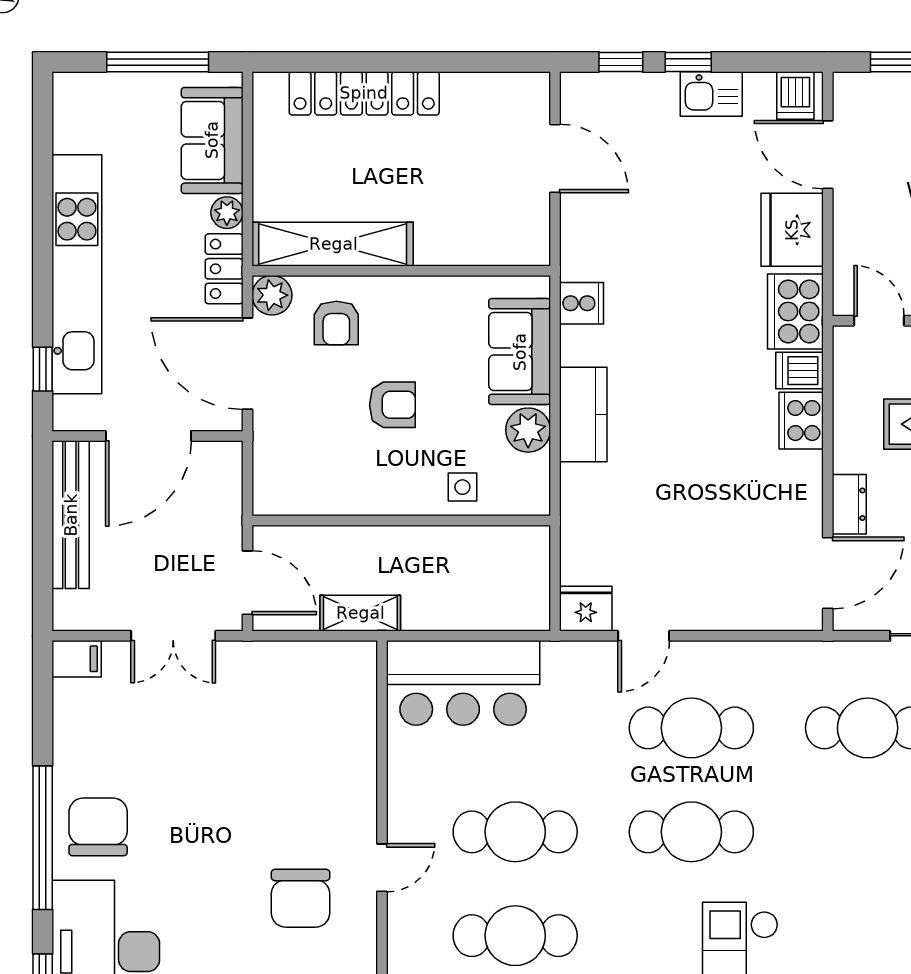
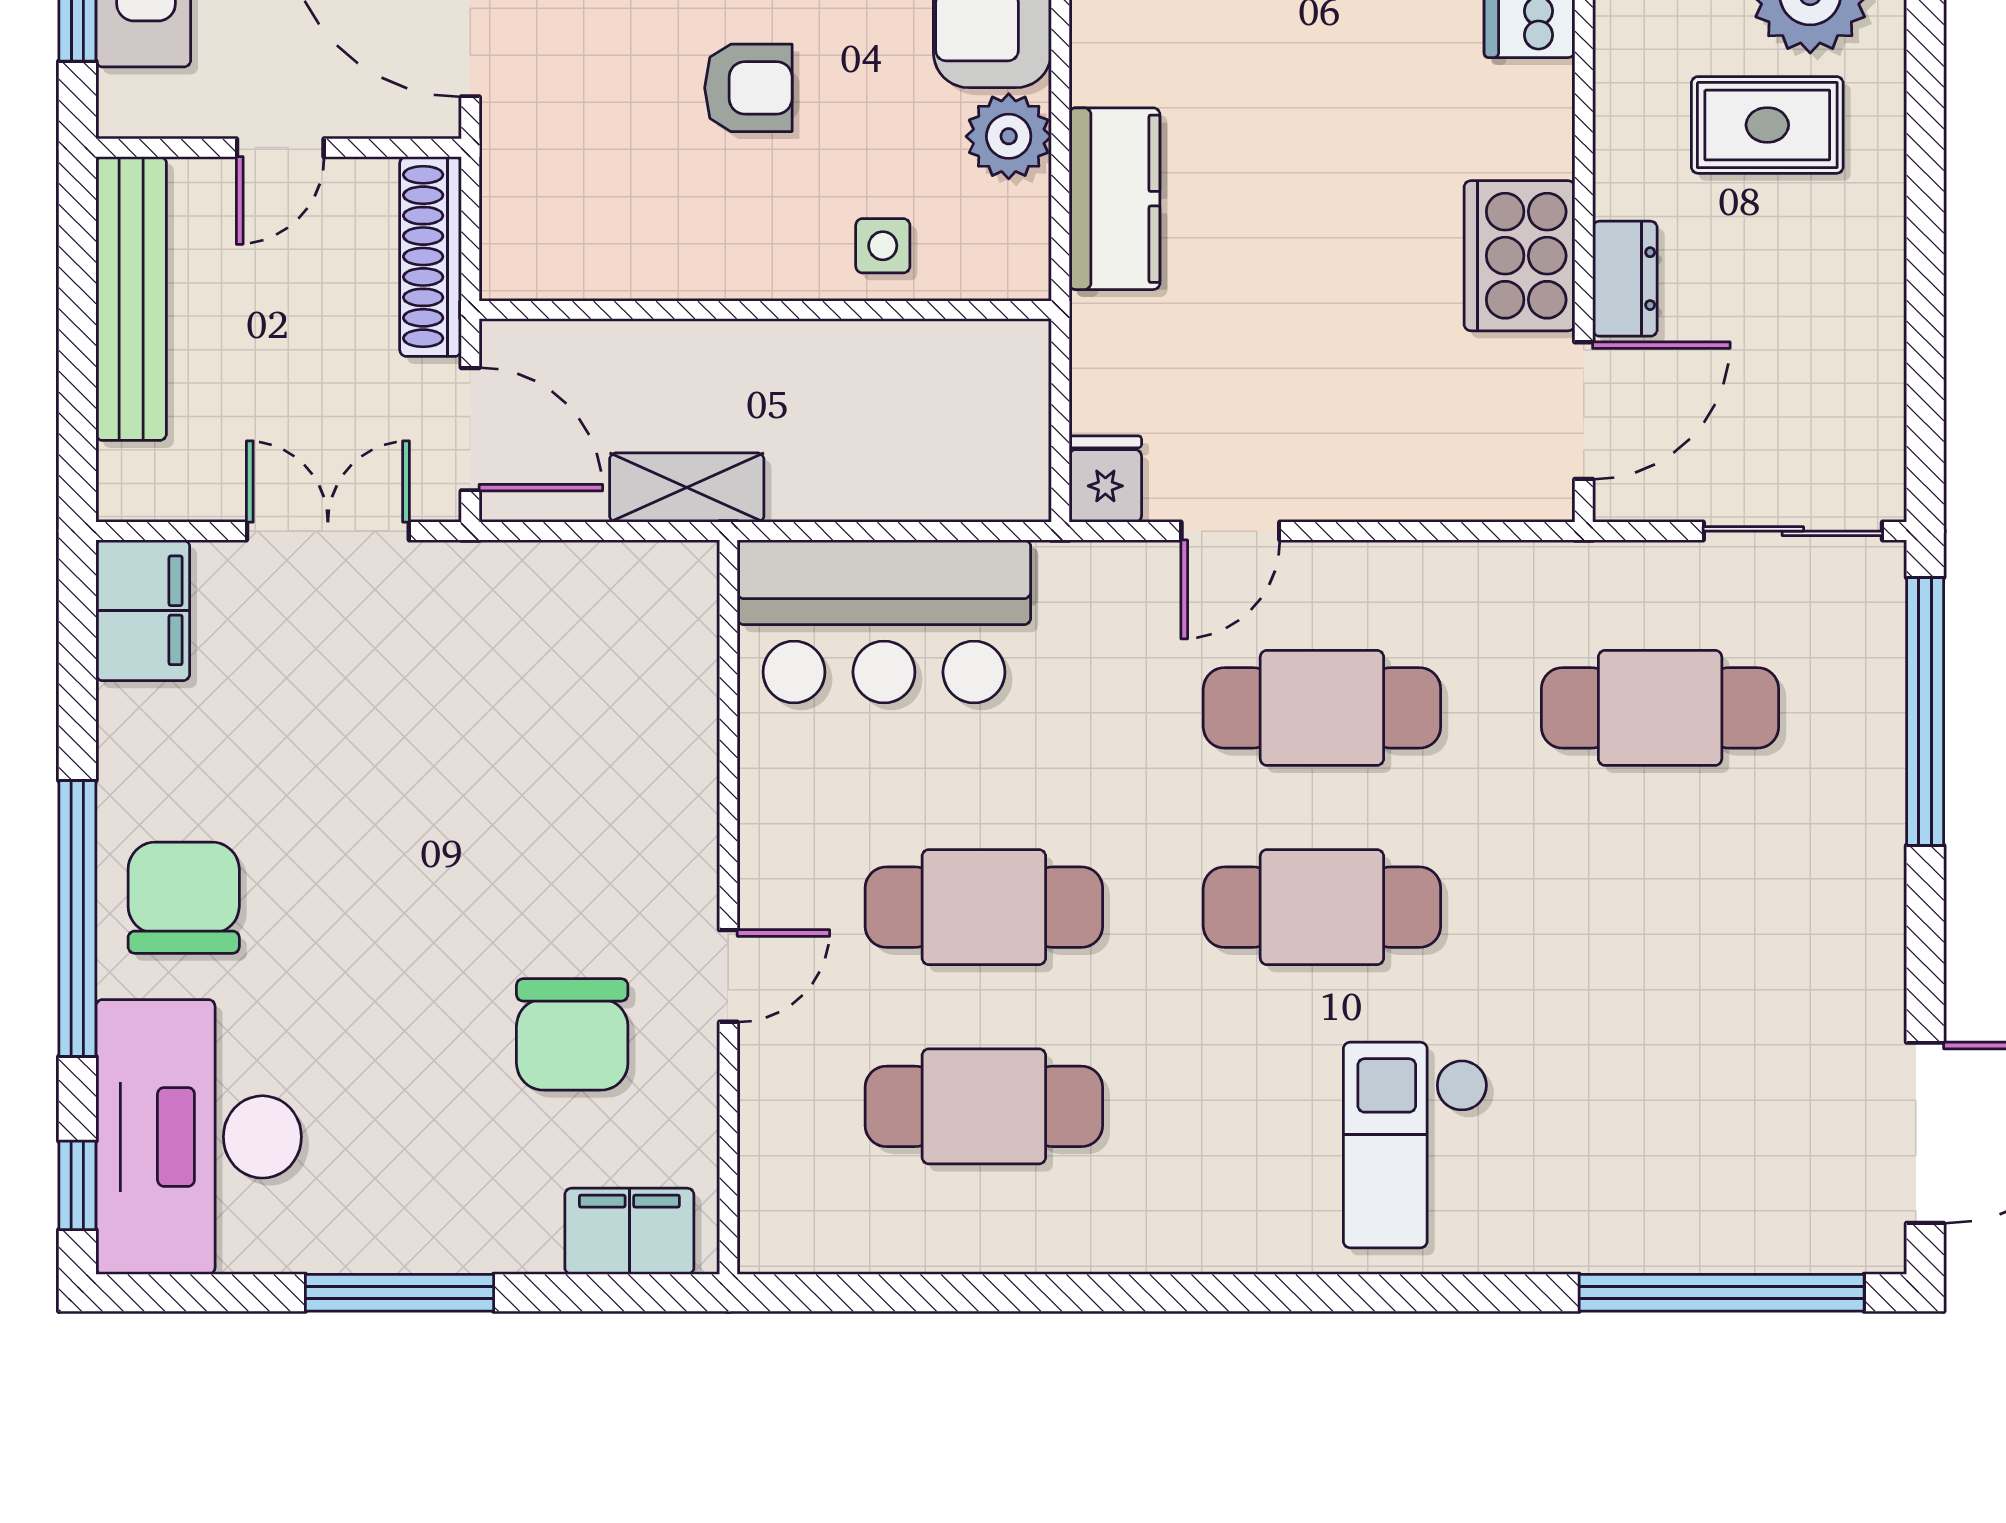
kitchen counter: (583, 414) -> (1114, 199), moved
cooker: (801, 421) -> (1519, 256), moved, width x1.37, depth x1.31
door: (148, 436) -> (280, 148), width x0.53
shoe rack: (227, 493) -> (431, 256), added
fridge: (586, 609) -> (1105, 479), width x0.72
double door: (173, 636) -> (328, 531), swing flipped
filing cabinet: (77, 659) -> (143, 610), width x2.00

